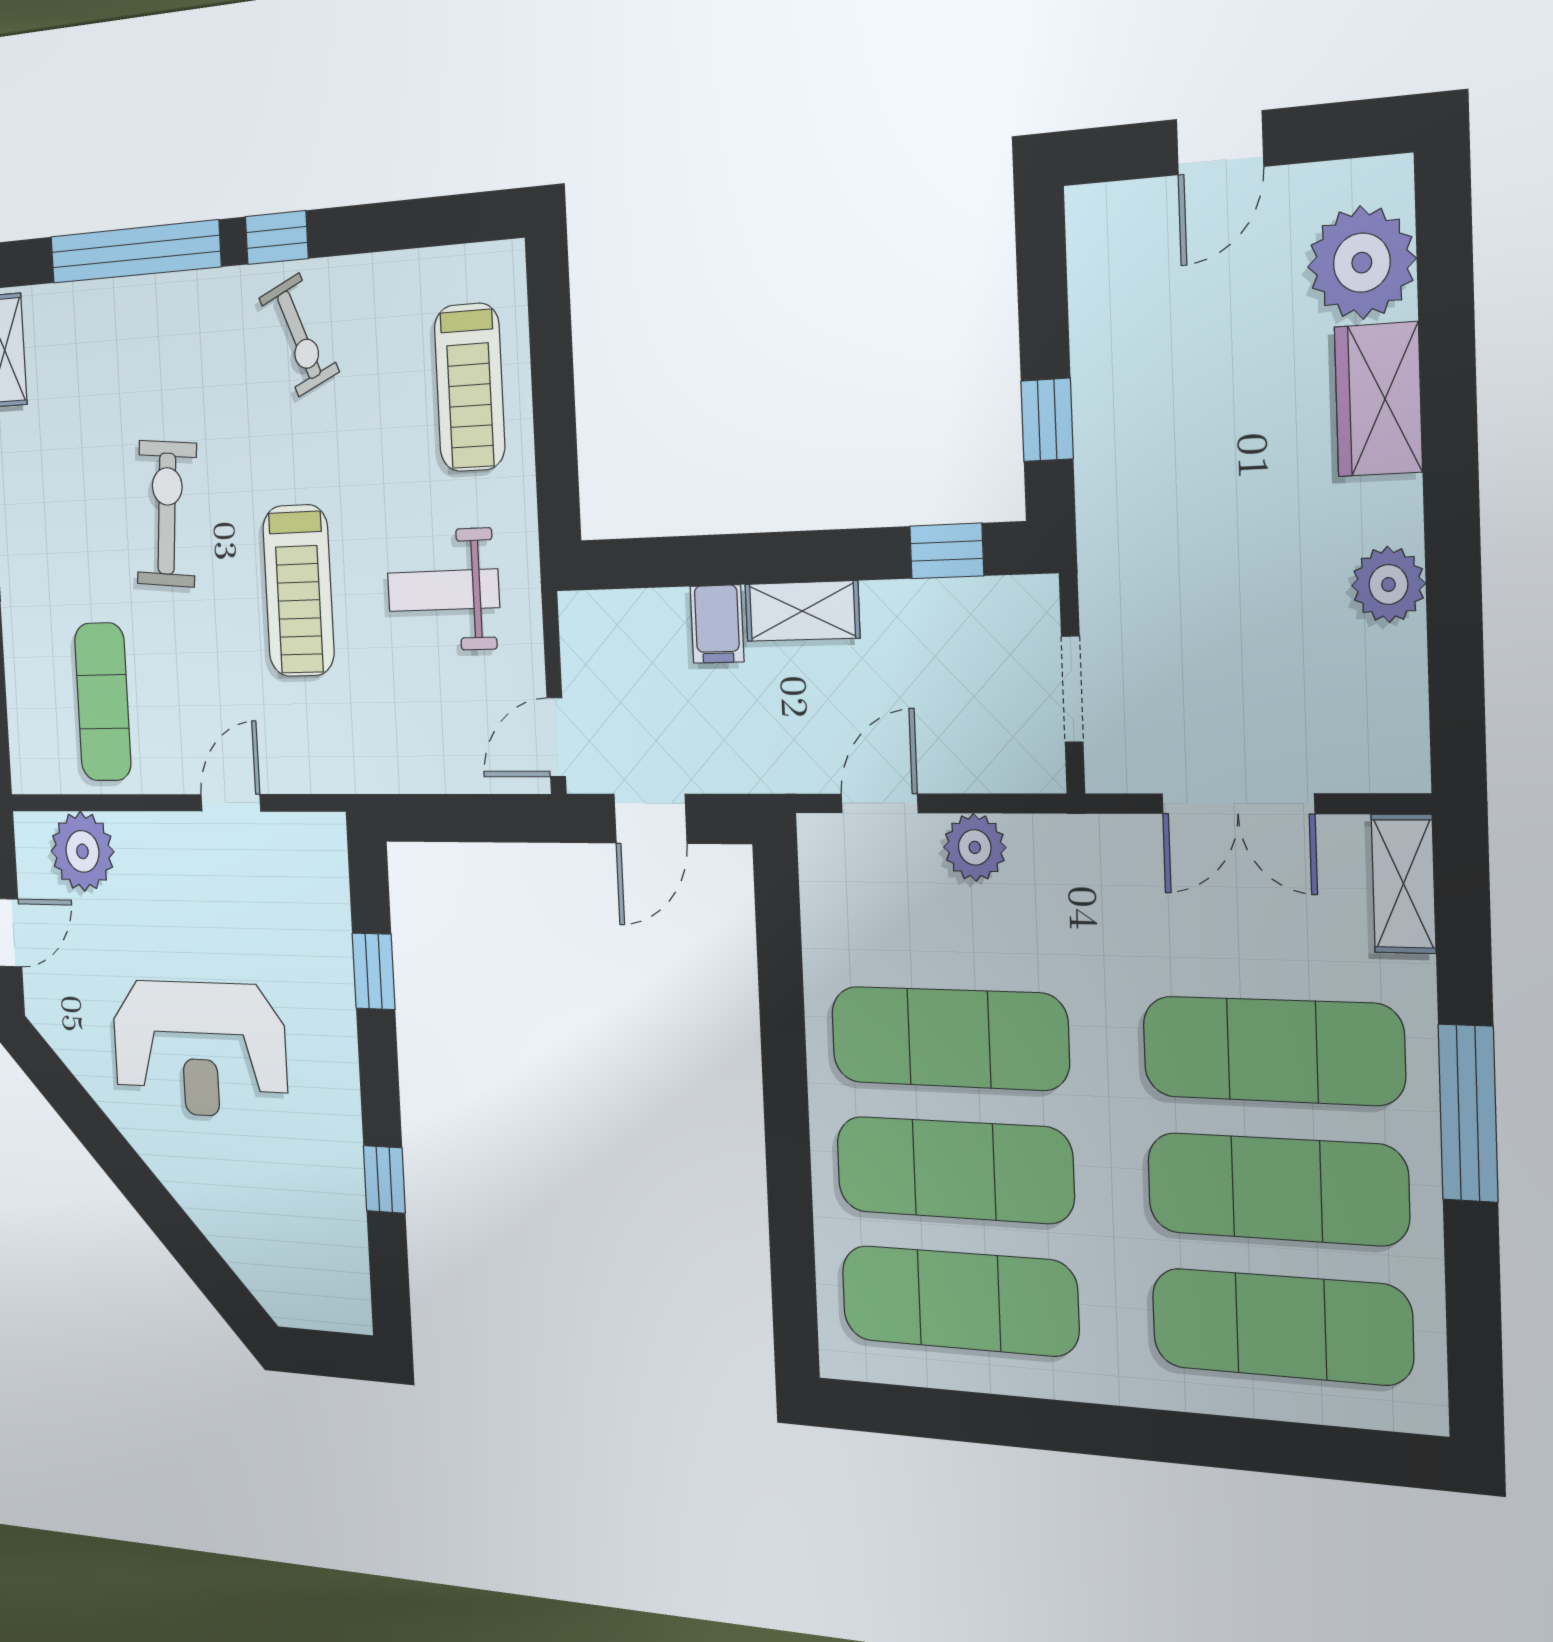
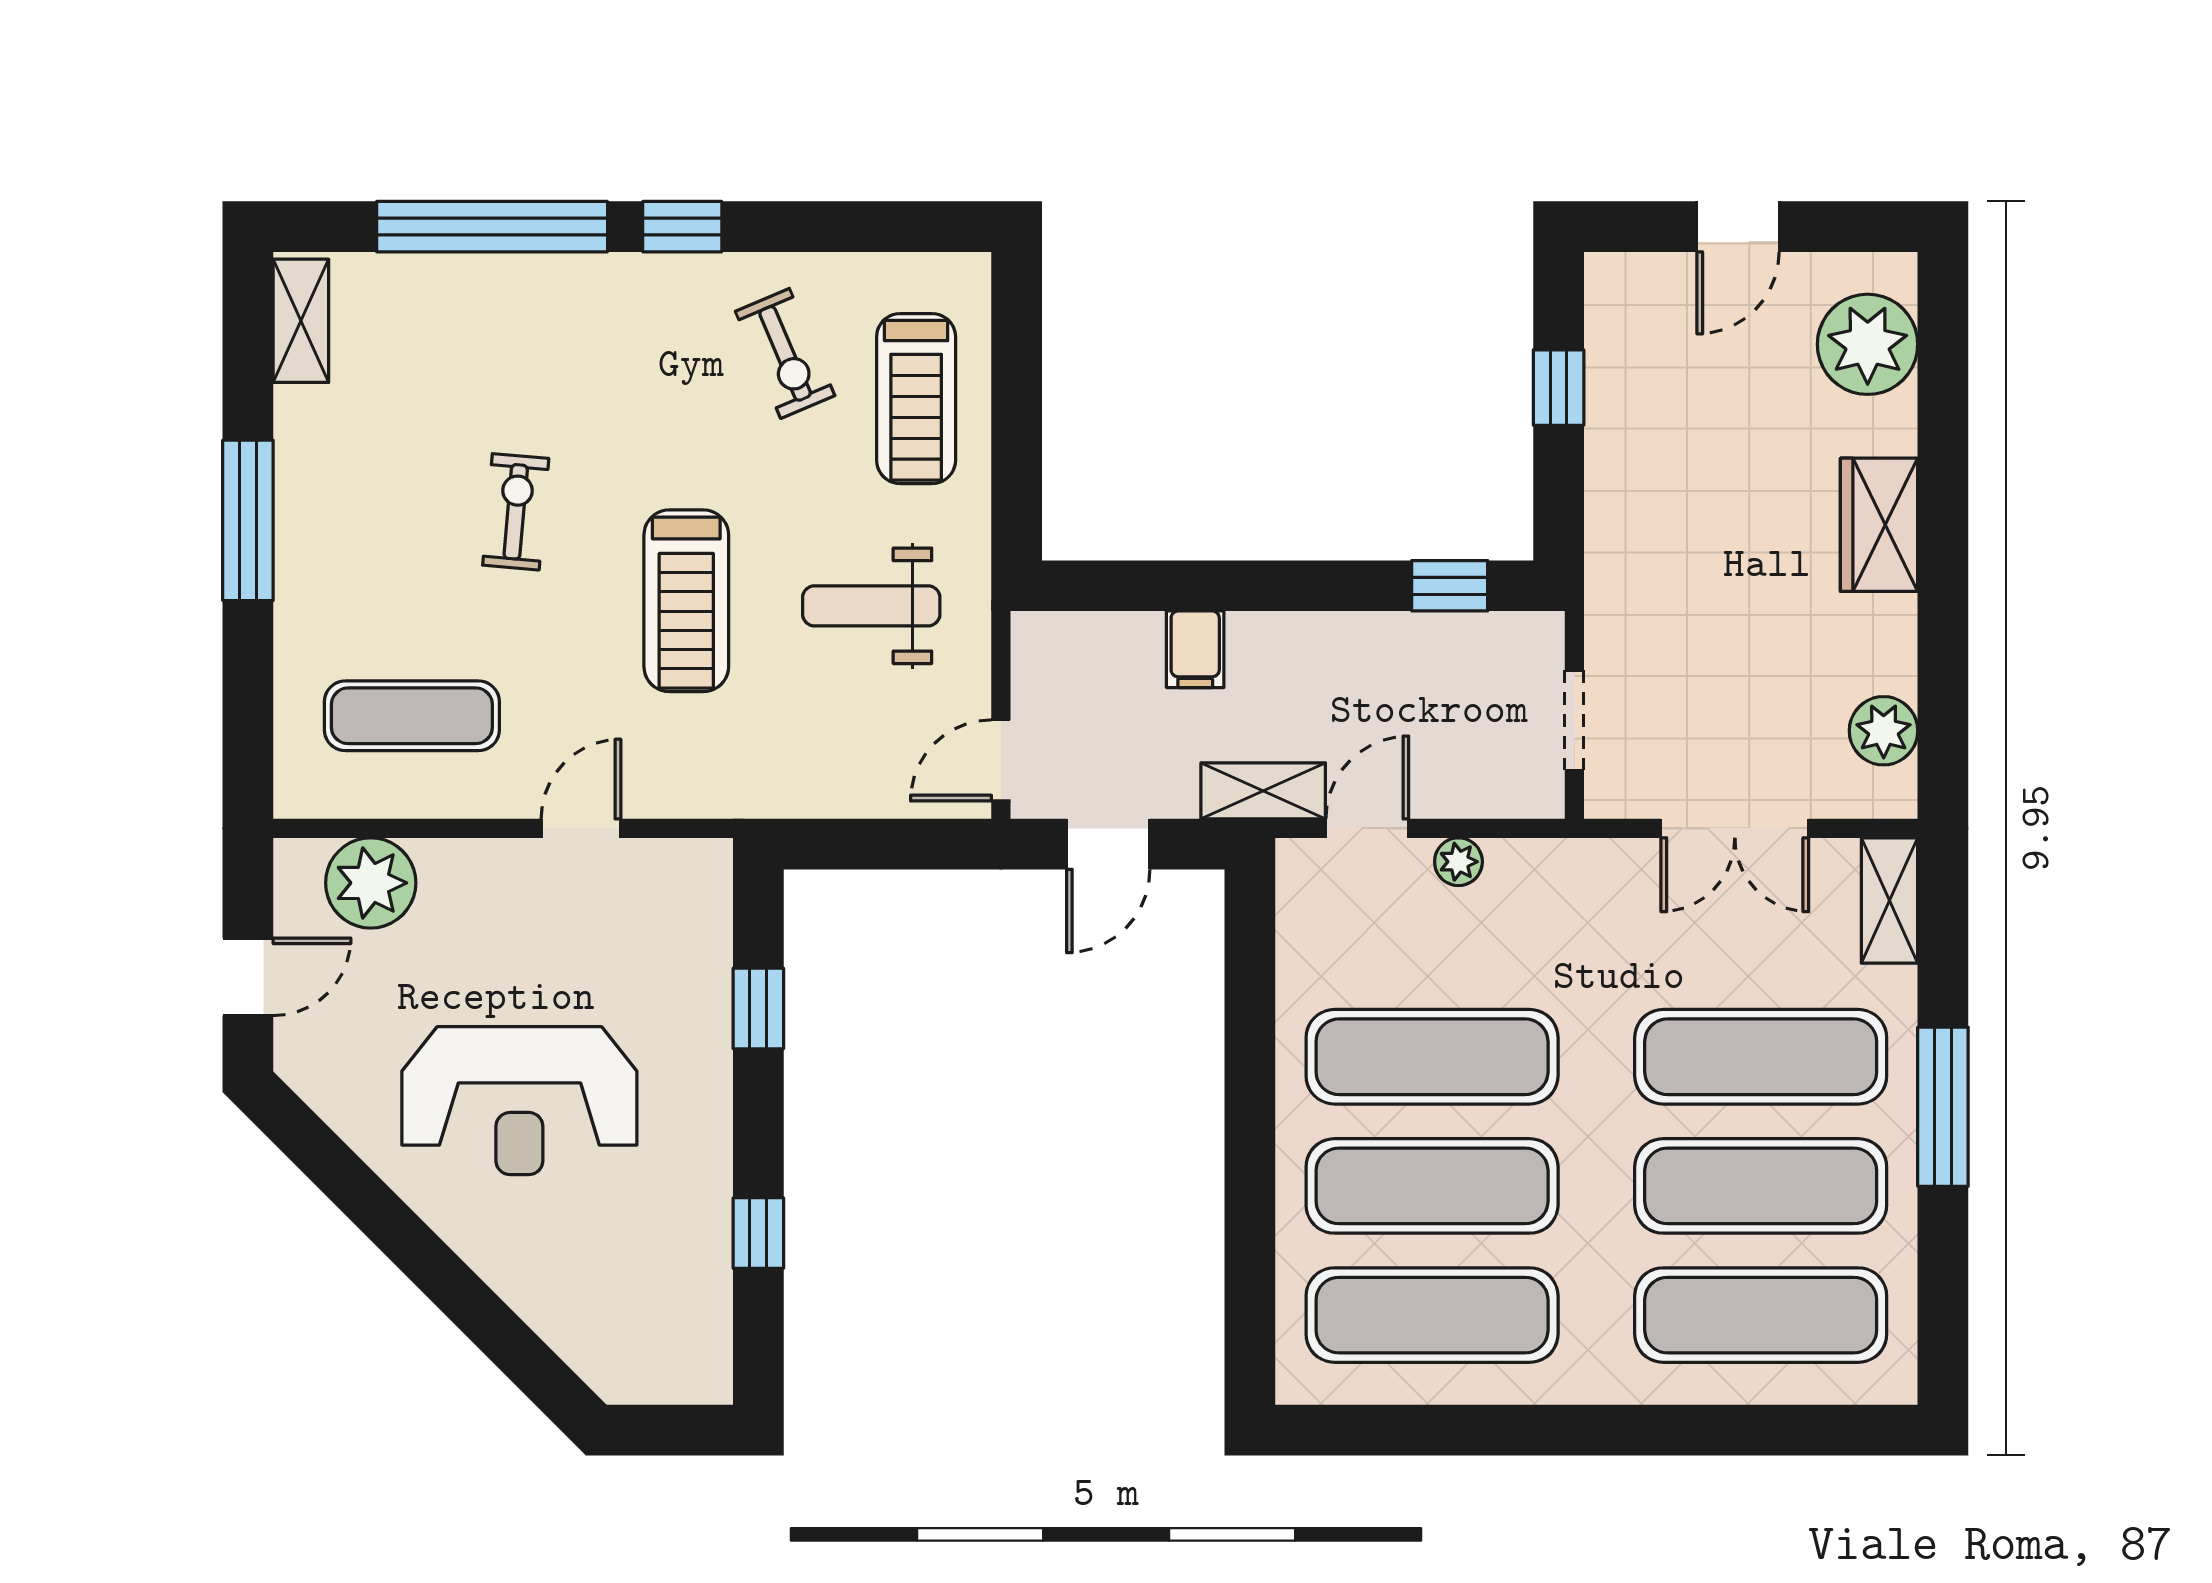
exercise bike: (299, 335) -> (785, 353), moved
wardrobe: (1378, 399) -> (1879, 525), moved
window: (1047, 420) -> (1559, 388), moved
exercise bike: (167, 514) -> (516, 512), width x0.73, depth x0.72
plant: (1388, 584) -> (1884, 731), moved
shelving: (802, 611) -> (1263, 791), moved
exercise mat: (103, 702) -> (412, 716), turned 90
plant: (975, 847) -> (1458, 862), width x0.73, depth x0.73

